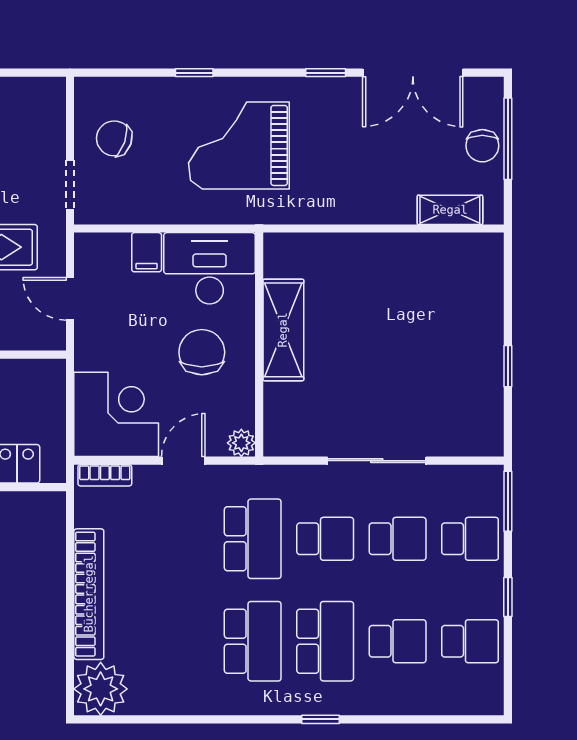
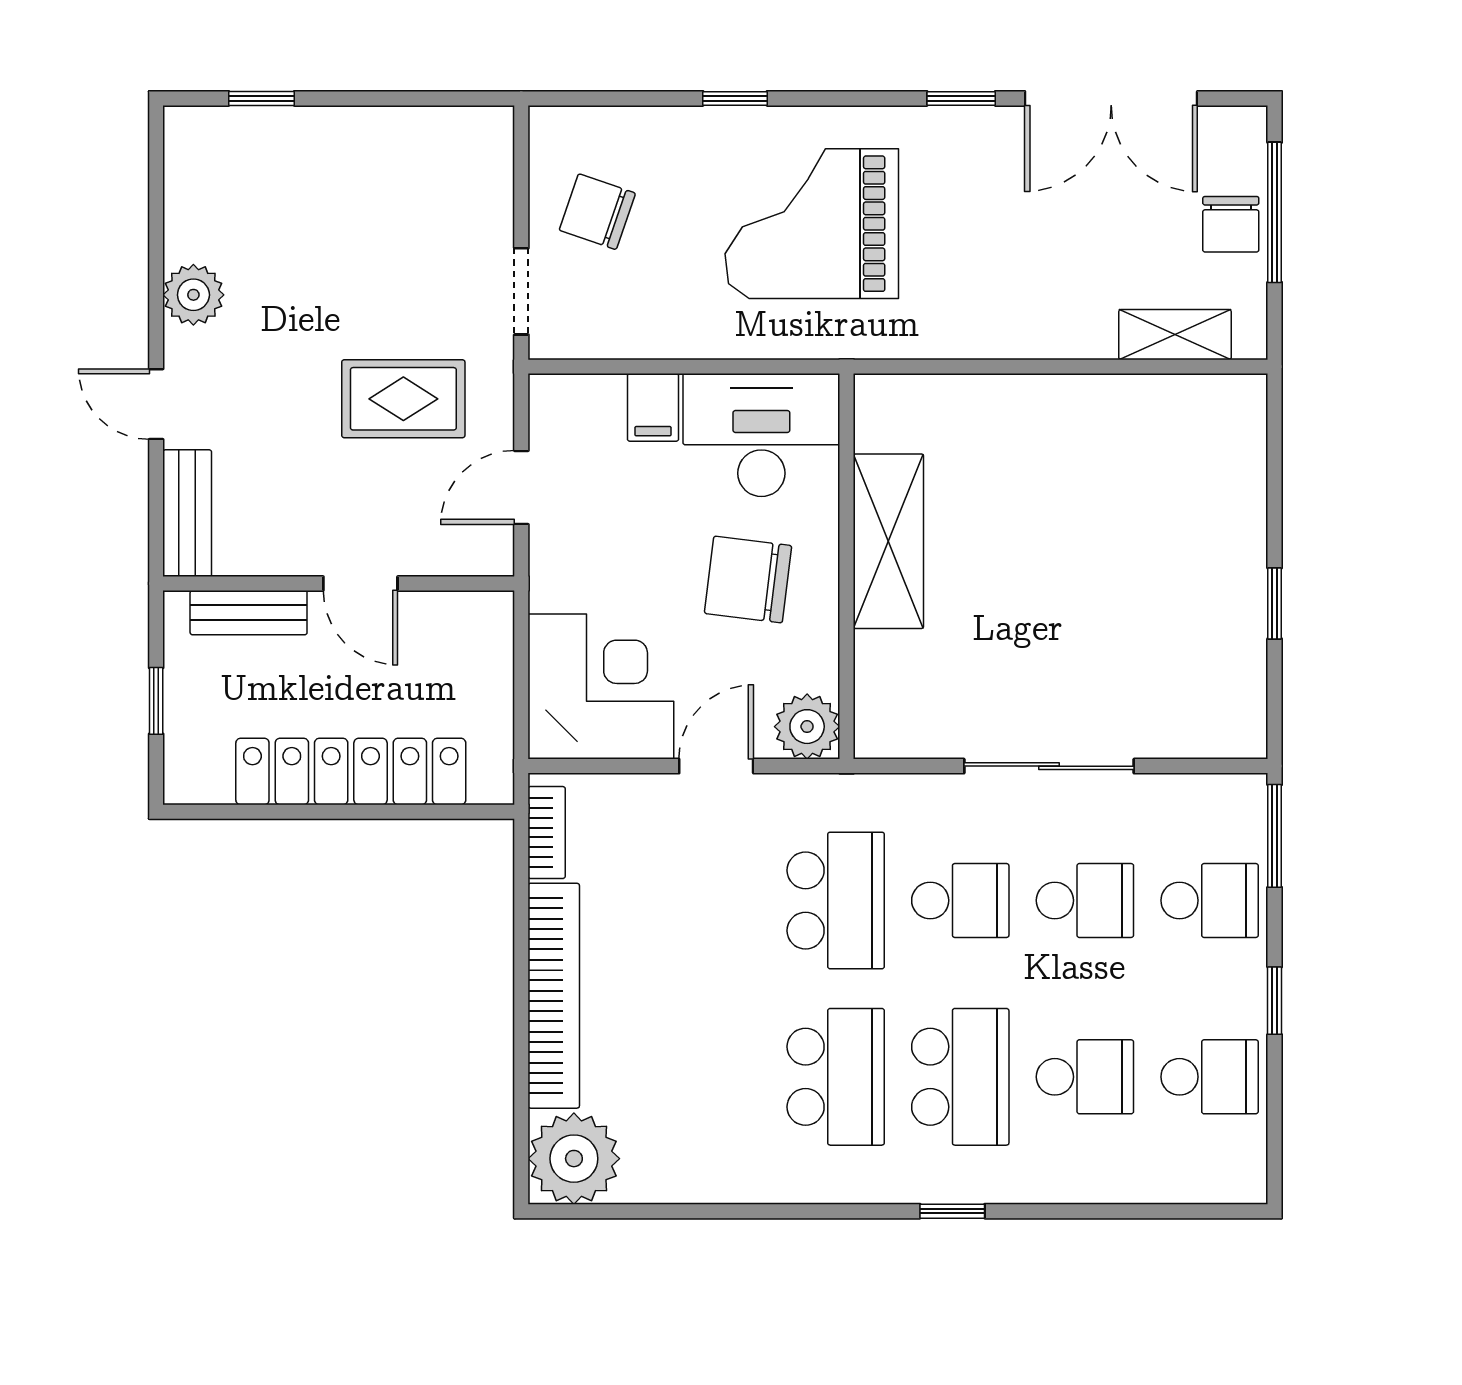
door: (70, 299) -> (521, 488), hinge flipped
chair: (202, 352) -> (748, 579), turned -83
plant: (241, 443) -> (807, 727), width x1.38, depth x1.38
bookcase: (105, 475) -> (547, 833), moved, turned -90

